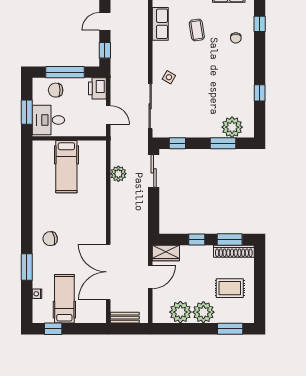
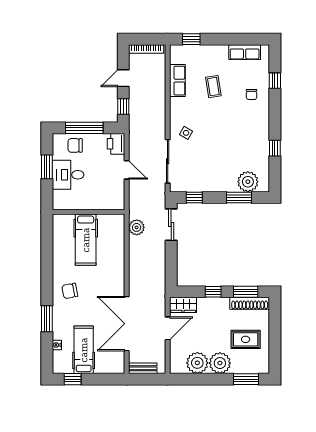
wall: (69, 138) -> (88, 212), moved
hospital bed: (66, 167) -> (86, 240), moved

